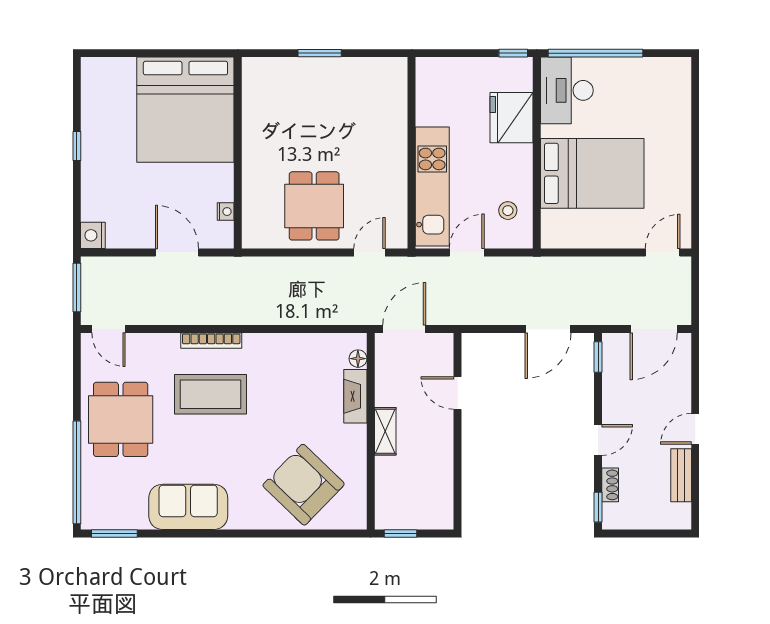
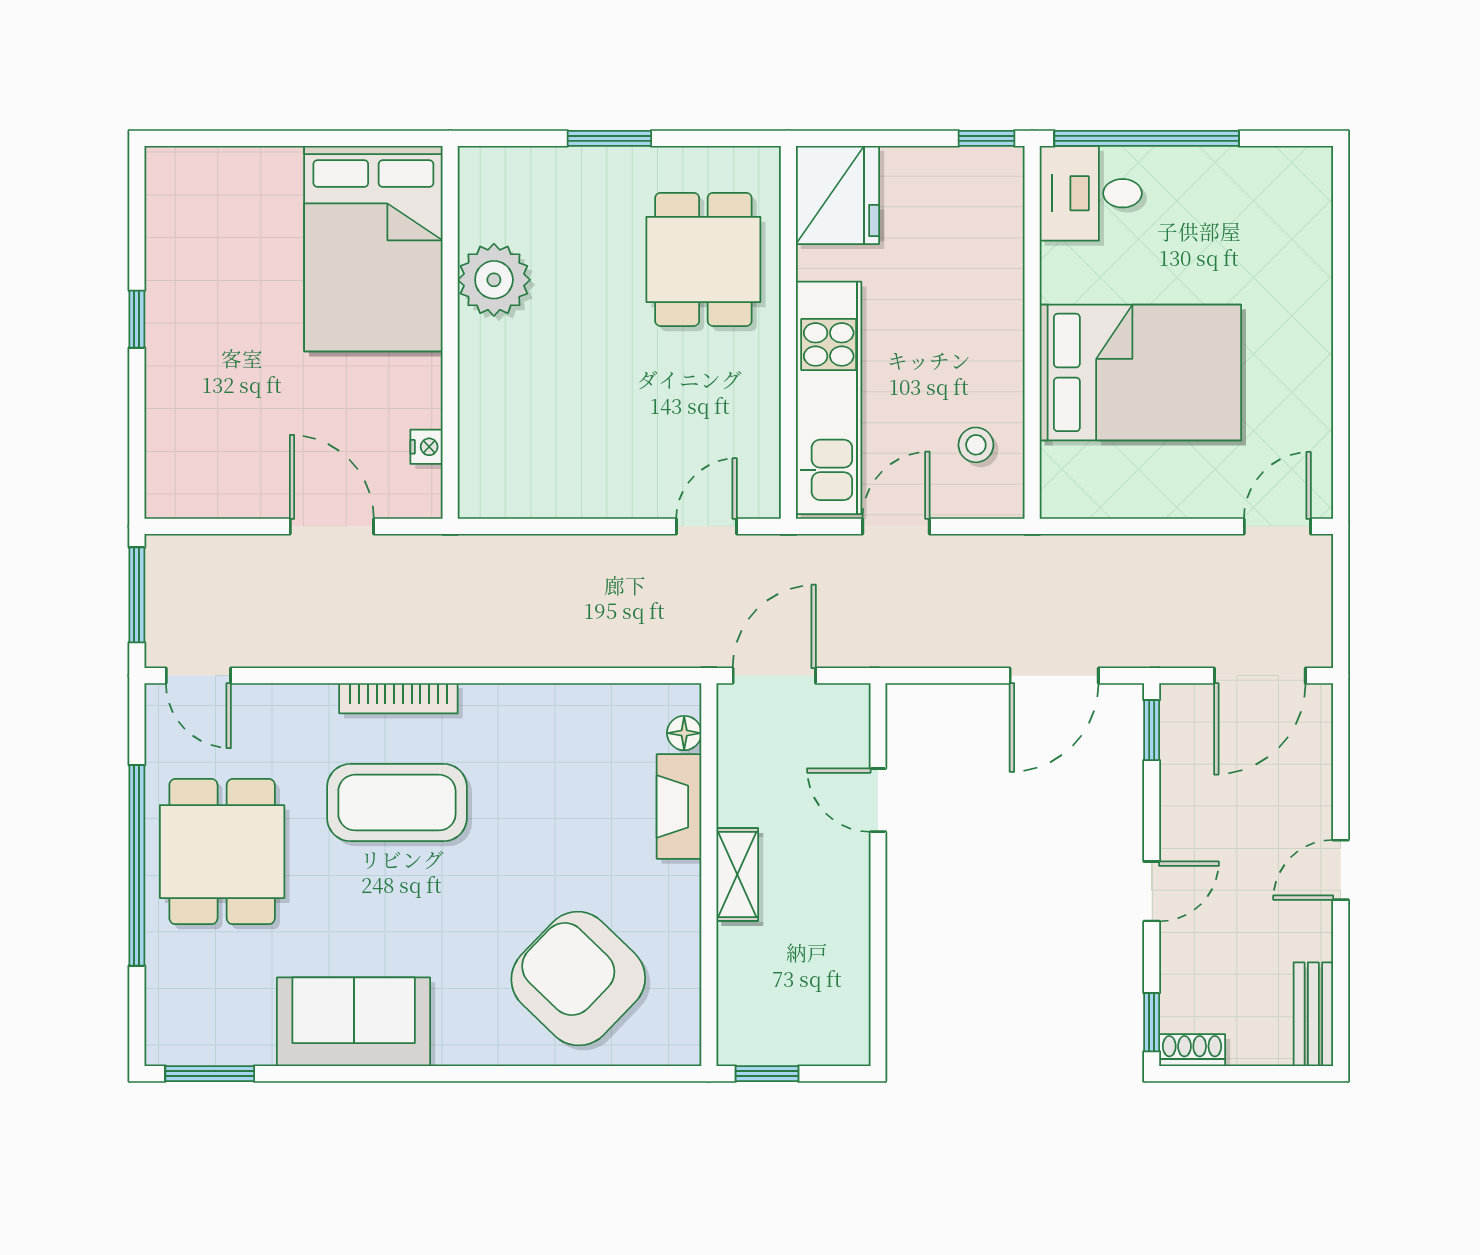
desk: (567, 90) -> (1091, 193), width x0.73
bed: (185, 110) -> (373, 249), width x0.73
fridge: (512, 118) -> (837, 195), moved, turned 180
plant: (260, 126) -> (494, 280), added
dining table: (314, 206) -> (703, 259), moved
nightstand: (93, 235) -> (168, 493), removed
window: (77, 472) -> (137, 865), moved
bench: (681, 475) -> (1313, 1014), moved
shoe rack: (610, 485) -> (1192, 1050), moved, turned -90

